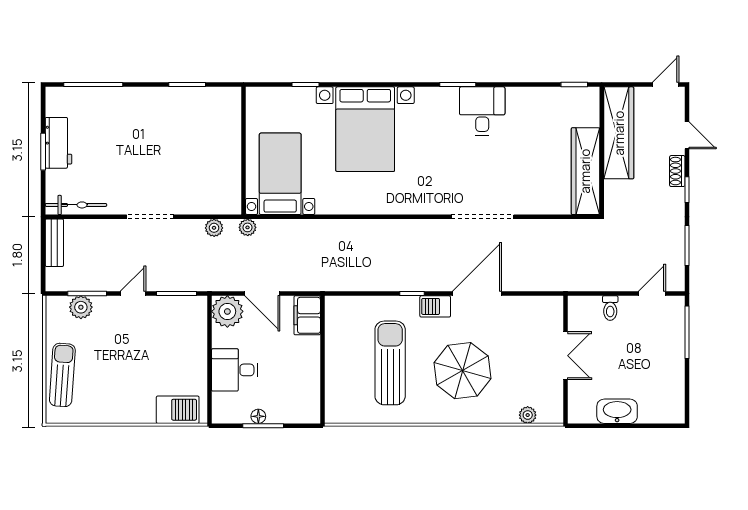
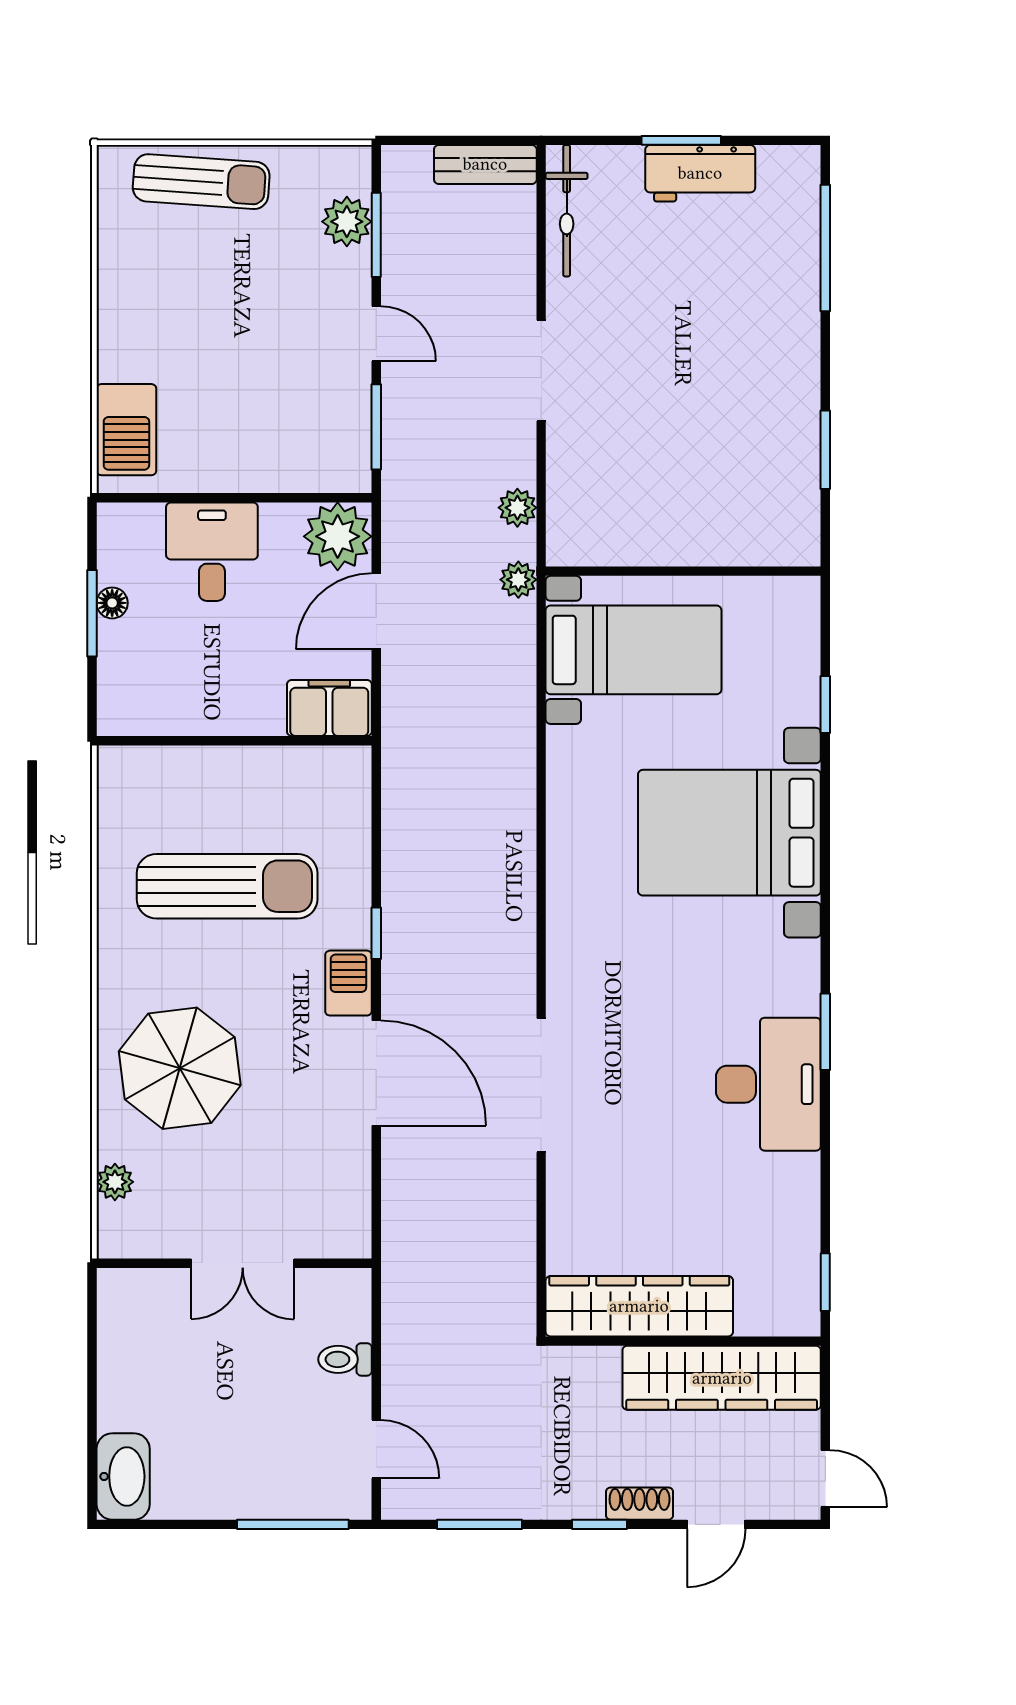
desk: (482, 111) -> (768, 1084), width x1.37
parasol: (463, 371) -> (180, 1068), moved
washbasin: (617, 411) -> (123, 1476), moved

